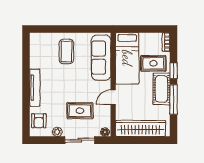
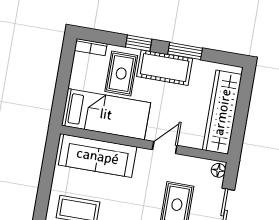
door: (113, 97) -> (165, 148), swing flipped
window: (174, 100) -> (185, 51), width x0.69

